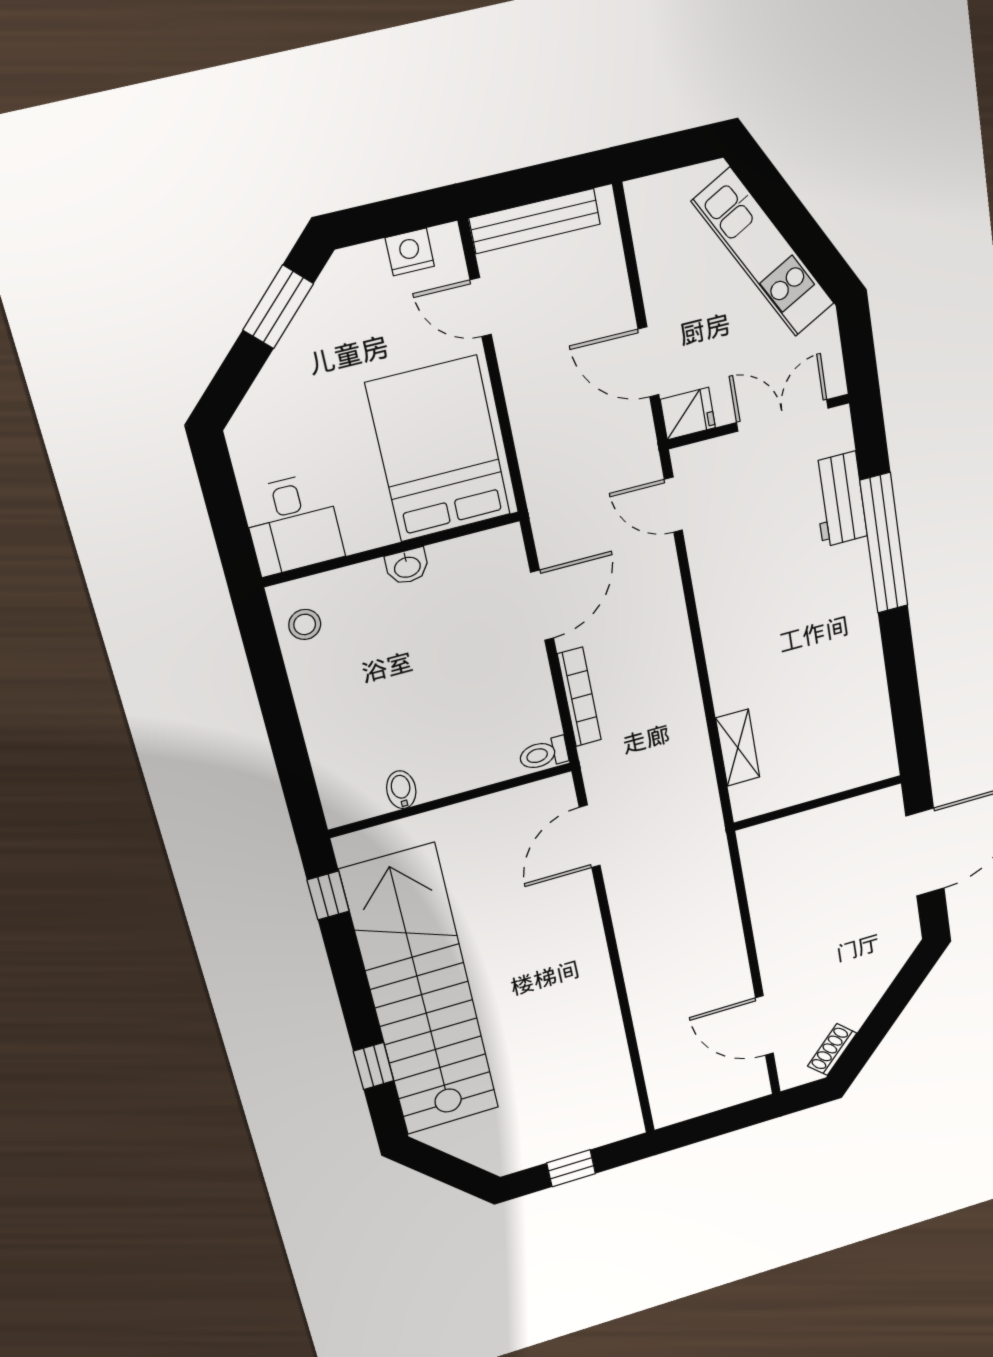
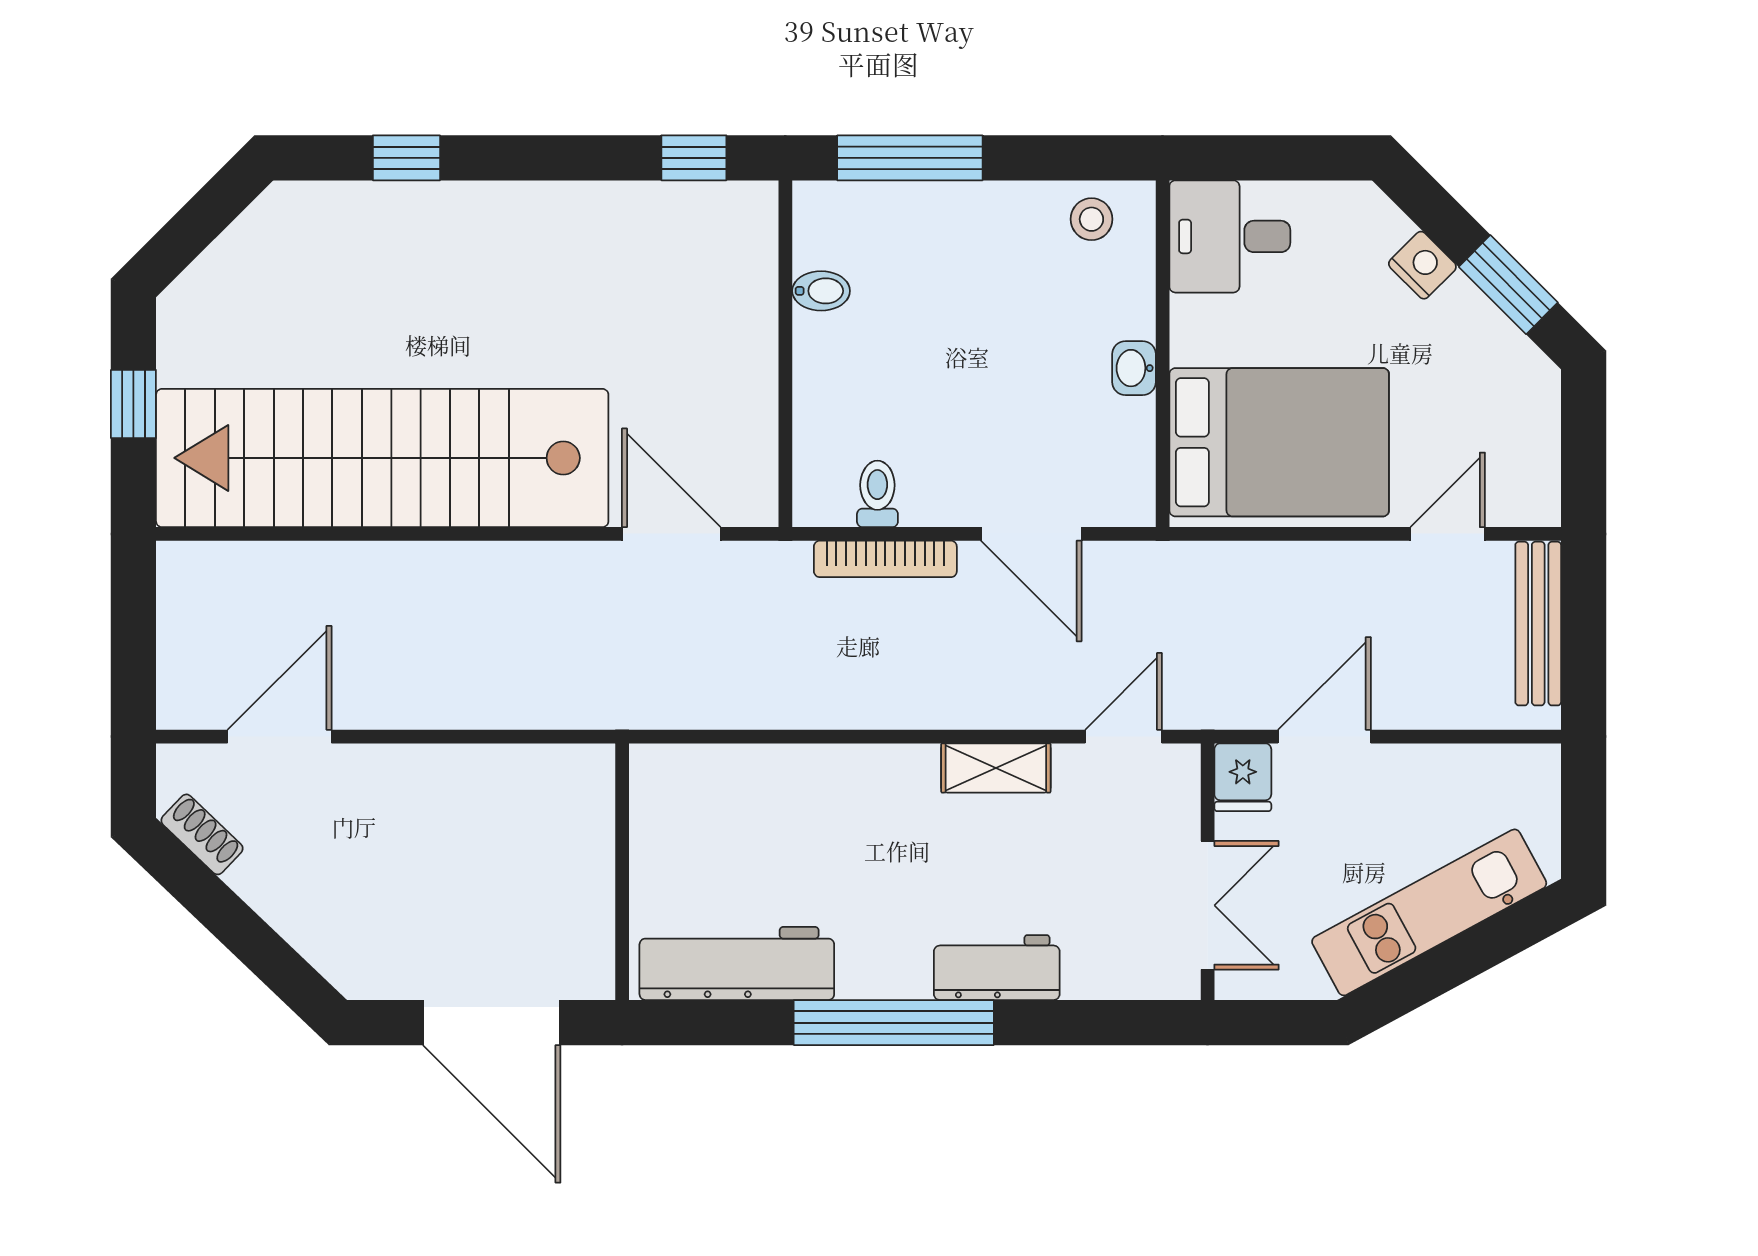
nightstand: (410, 252) -> (1422, 265), moved, turned -45
workbench: (839, 499) -> (997, 968), moved
window: (884, 543) -> (894, 1023), moved
workbench: (867, 716) -> (737, 963), added
shelving: (738, 748) -> (996, 768), moved
toilet: (544, 754) -> (877, 494), moved
window: (292, 758) -> (910, 158), added
stairs: (421, 992) -> (382, 458), moved, turned 180

